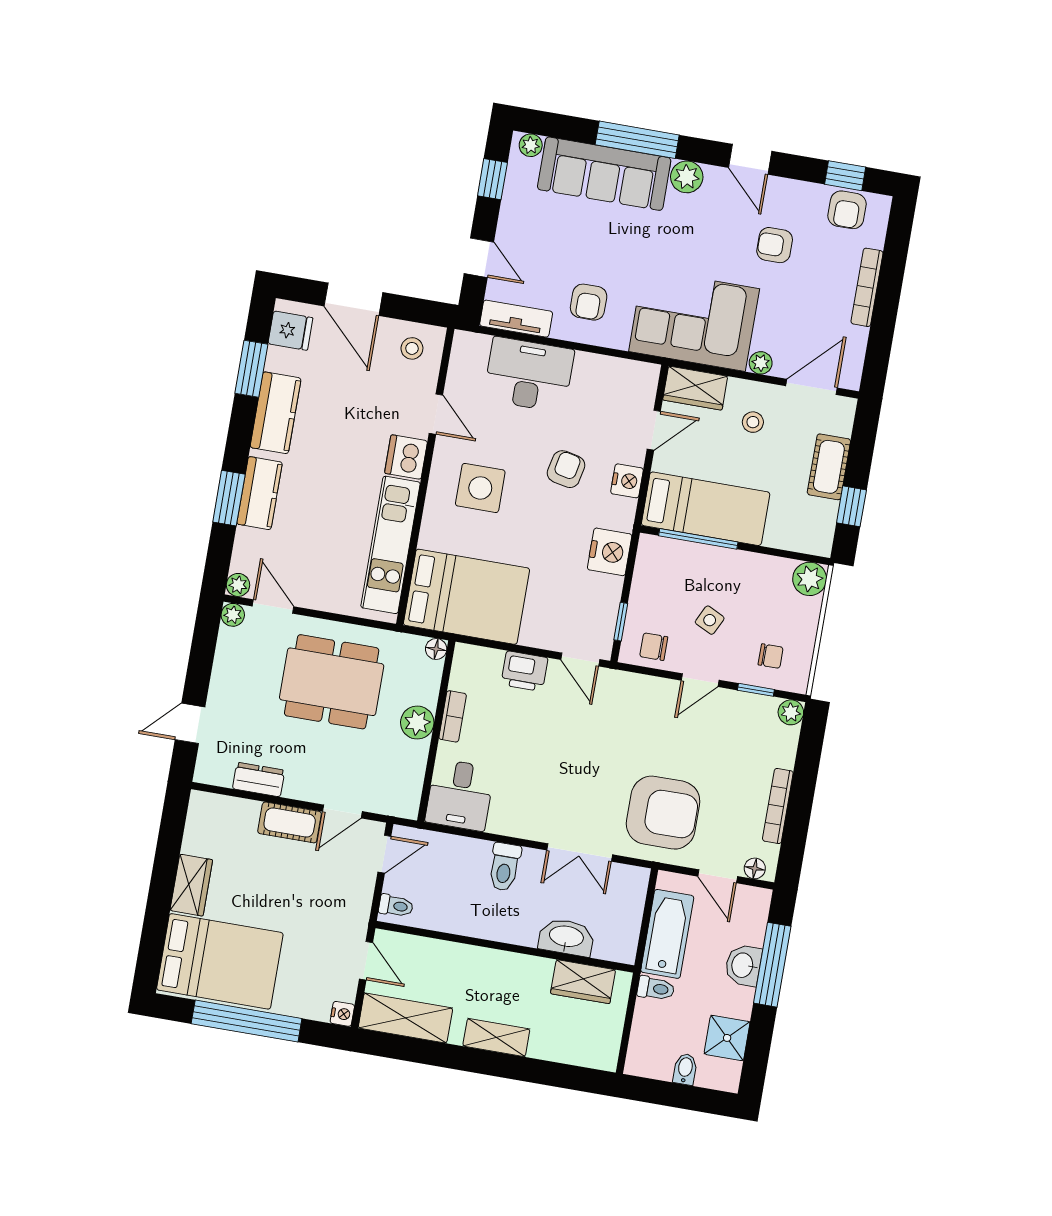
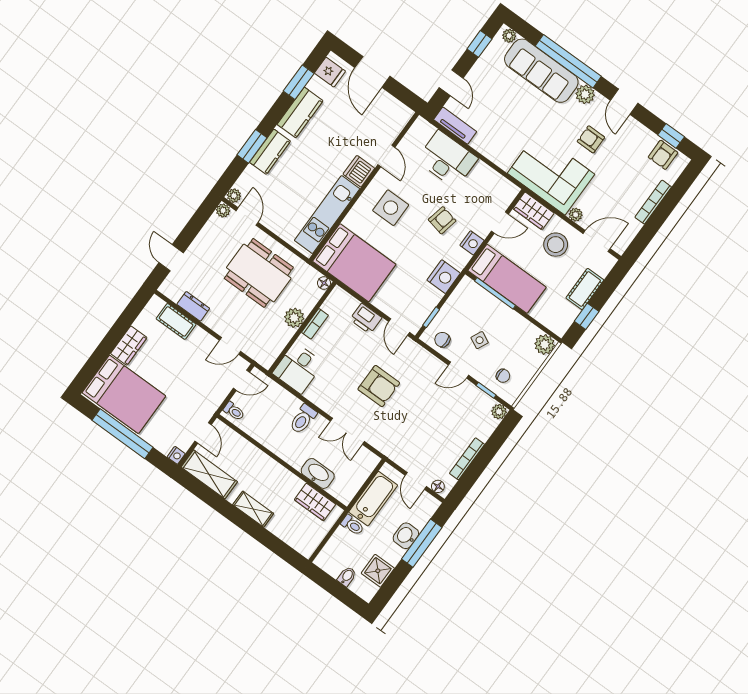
window: (637, 140) -> (568, 61), width x1.46
armchair: (775, 245) -> (591, 139), moved
armchair: (589, 302) -> (499, 136), removed
stool: (412, 348) -> (391, 114), removed
stool: (753, 422) -> (556, 245), width x1.89, depth x1.89
door: (190, 723) -> (171, 258), hinge flipped
armchair: (663, 813) -> (379, 386), moved, width x0.73, depth x0.73
cot: (290, 822) -> (176, 321), moved

